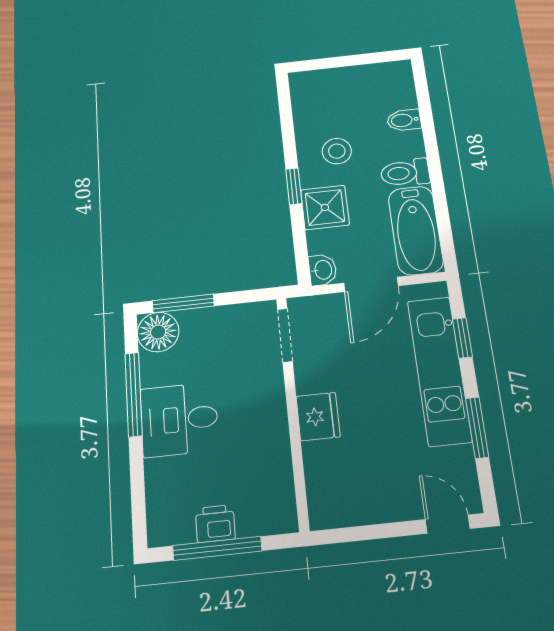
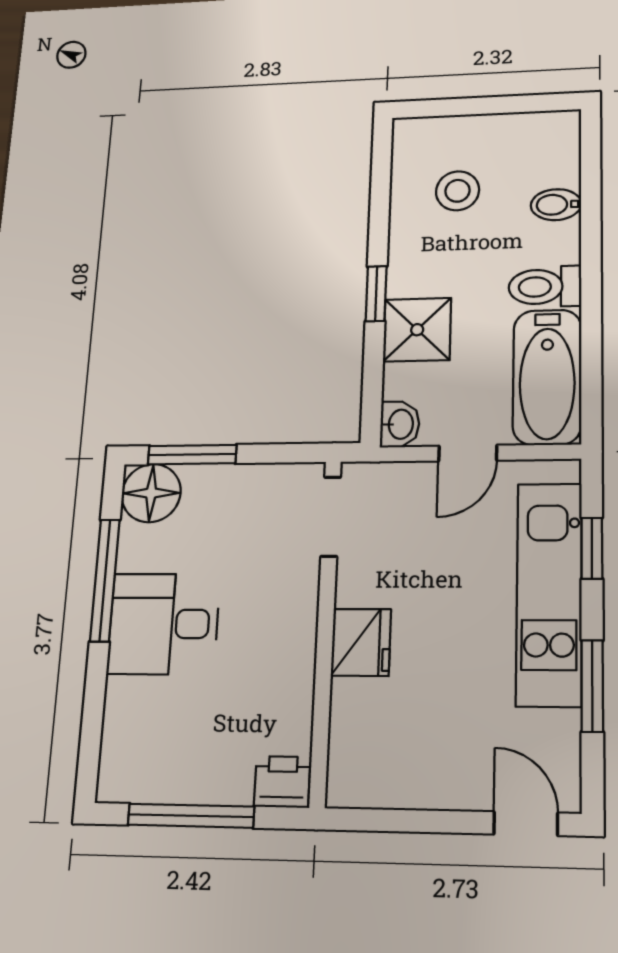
stool: (337, 151) -> (458, 191), moved
door: (371, 284) -> (468, 453), width x0.73
printer: (215, 524) -> (282, 782), moved

